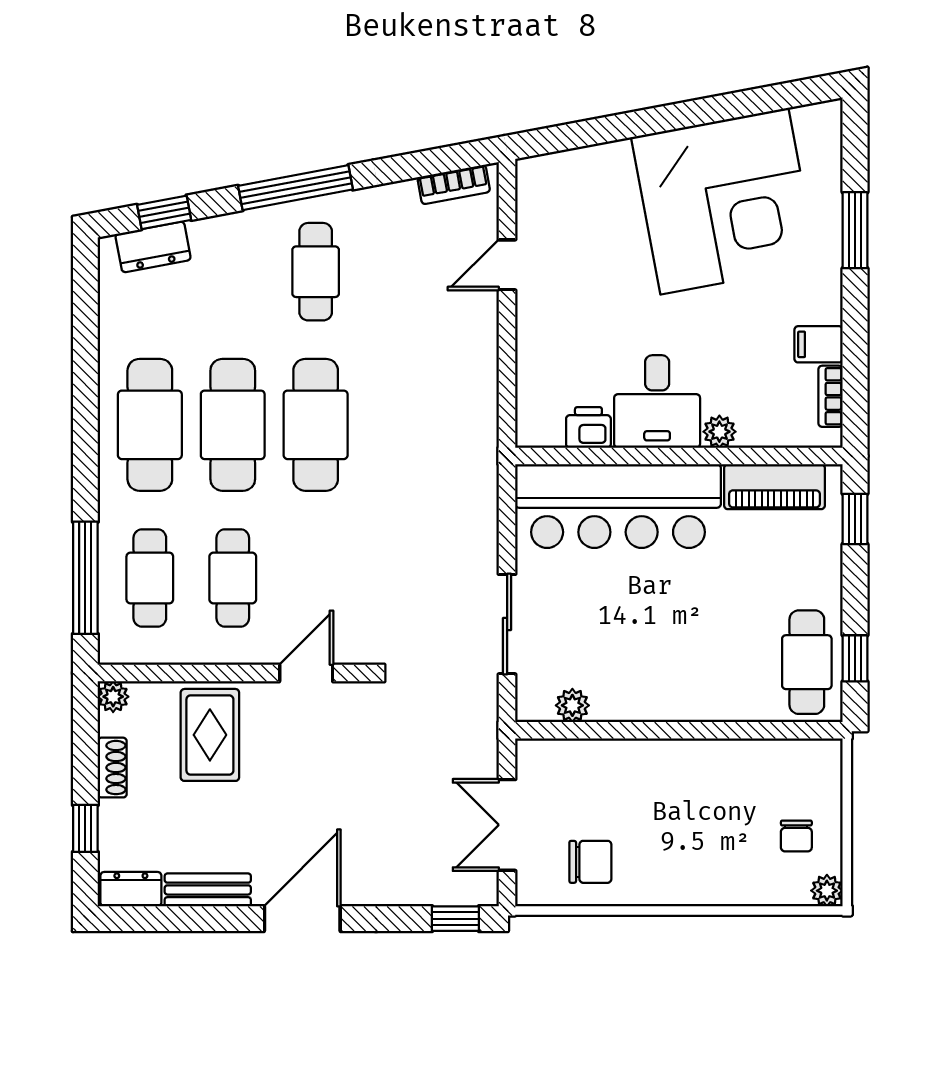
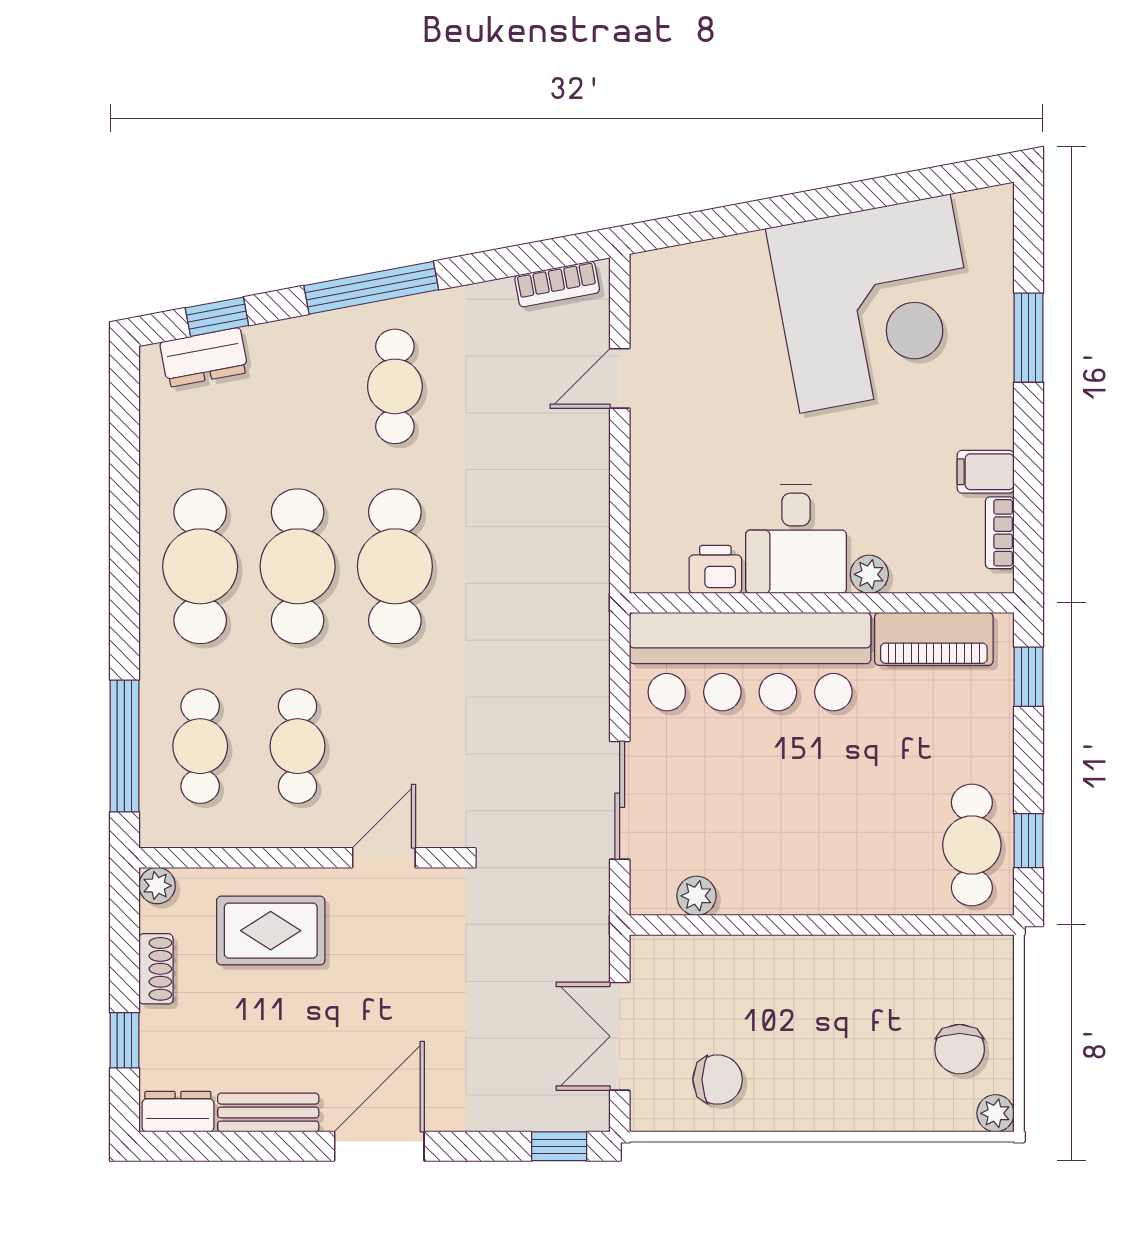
rug: (210, 735) -> (271, 931), turned 90
chair: (796, 836) -> (960, 1049), width x1.37, depth x1.37

